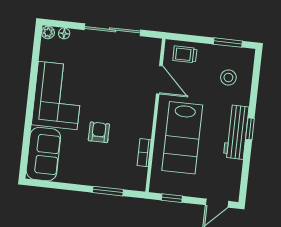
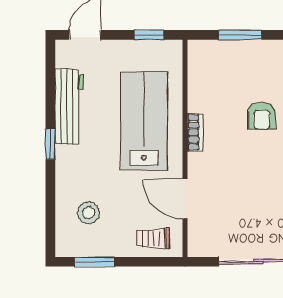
trolley: (185, 54) -> (153, 238), turned 180
workbench: (236, 132) -> (69, 106), moved
bookcase: (144, 153) -> (195, 132), moved

